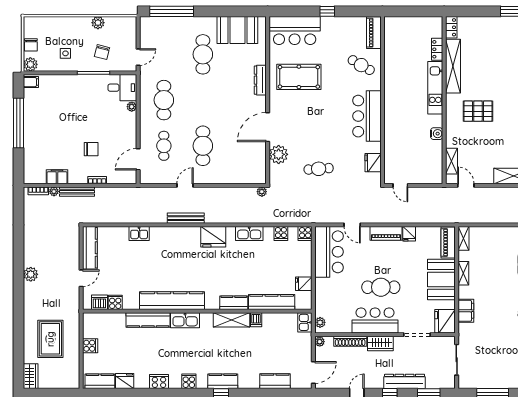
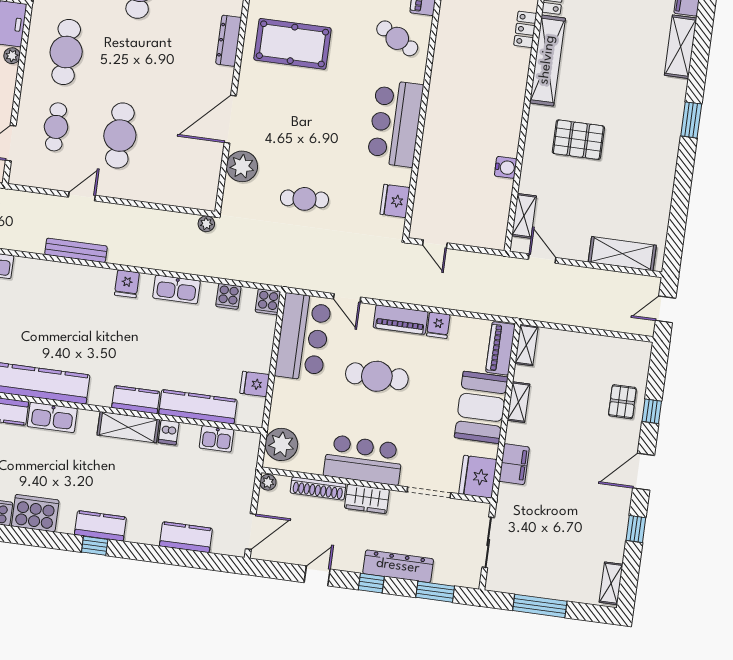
kitchen unit: (435, 88) -> (514, 92), removed
fridge: (213, 237) -> (127, 284), width x0.53, depth x0.75
cafe table: (381, 287) -> (377, 376), moved
kitchen sink: (305, 322) -> (217, 439), moved, turned -90
plant: (320, 322) -> (281, 444), width x1.88, depth x1.88
cooker: (189, 381) -> (35, 513), width x1.87, depth x1.31

